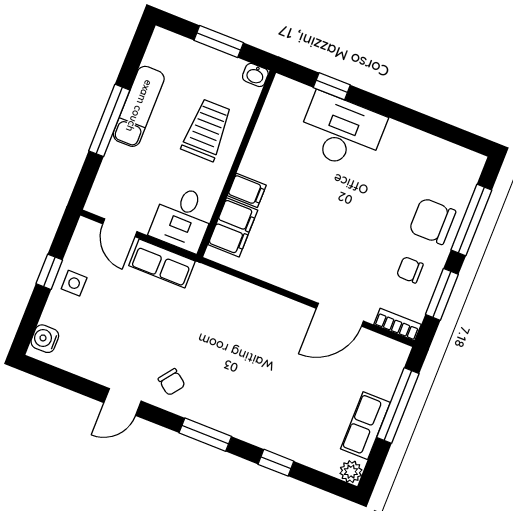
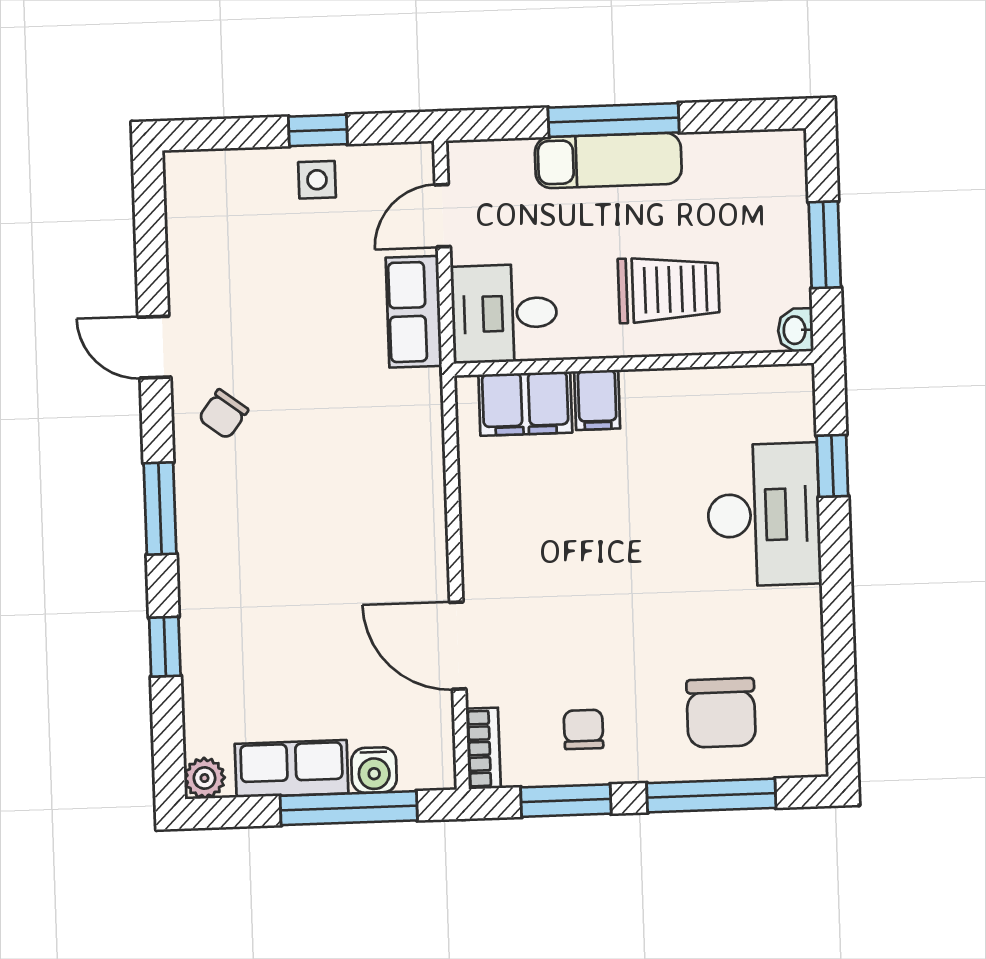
exam couch: (139, 106) -> (608, 160), moved
chair: (432, 221) -> (721, 713), moved, turned 180
water cooler: (45, 339) -> (374, 770), moved, turned 180

